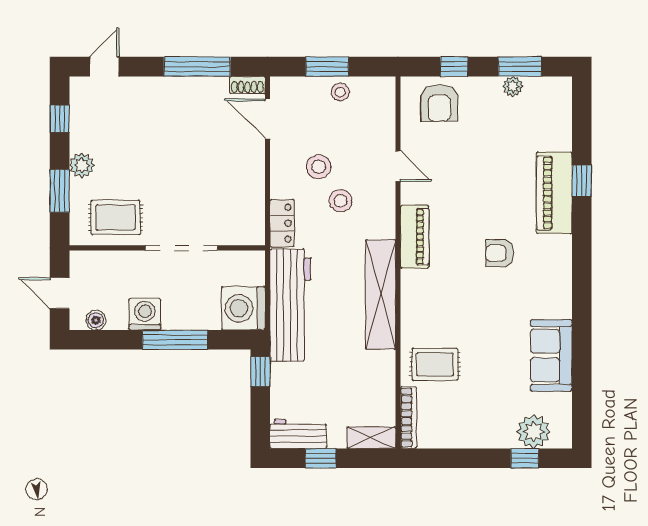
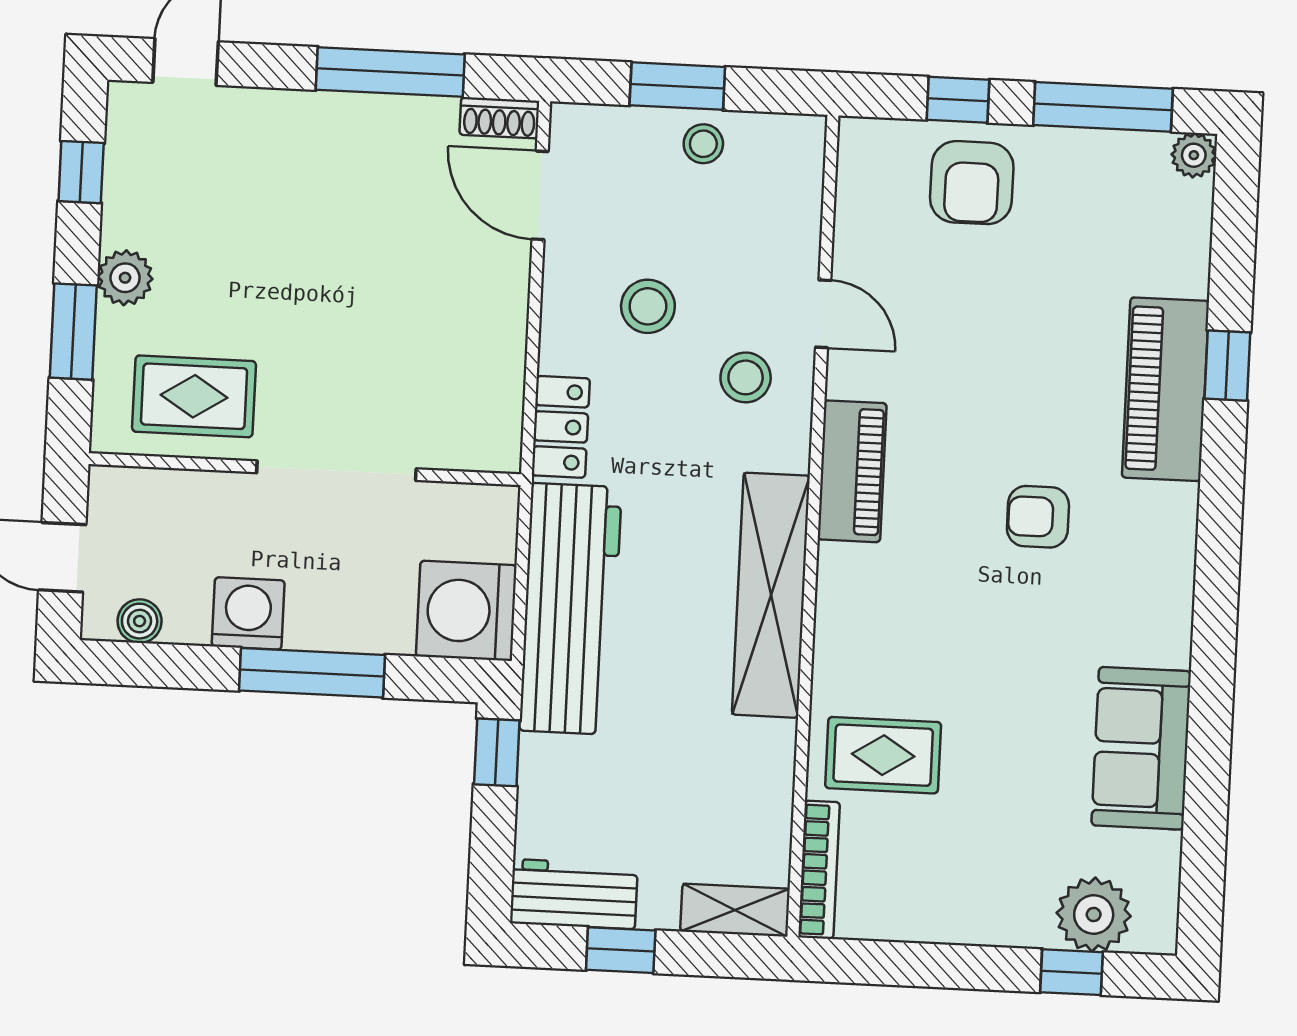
window: (520, 67) -> (1103, 107), width x1.44
plant: (513, 86) -> (1194, 155), moved
armchair: (439, 103) -> (972, 183), moved
stool: (341, 201) -> (746, 377), moved

